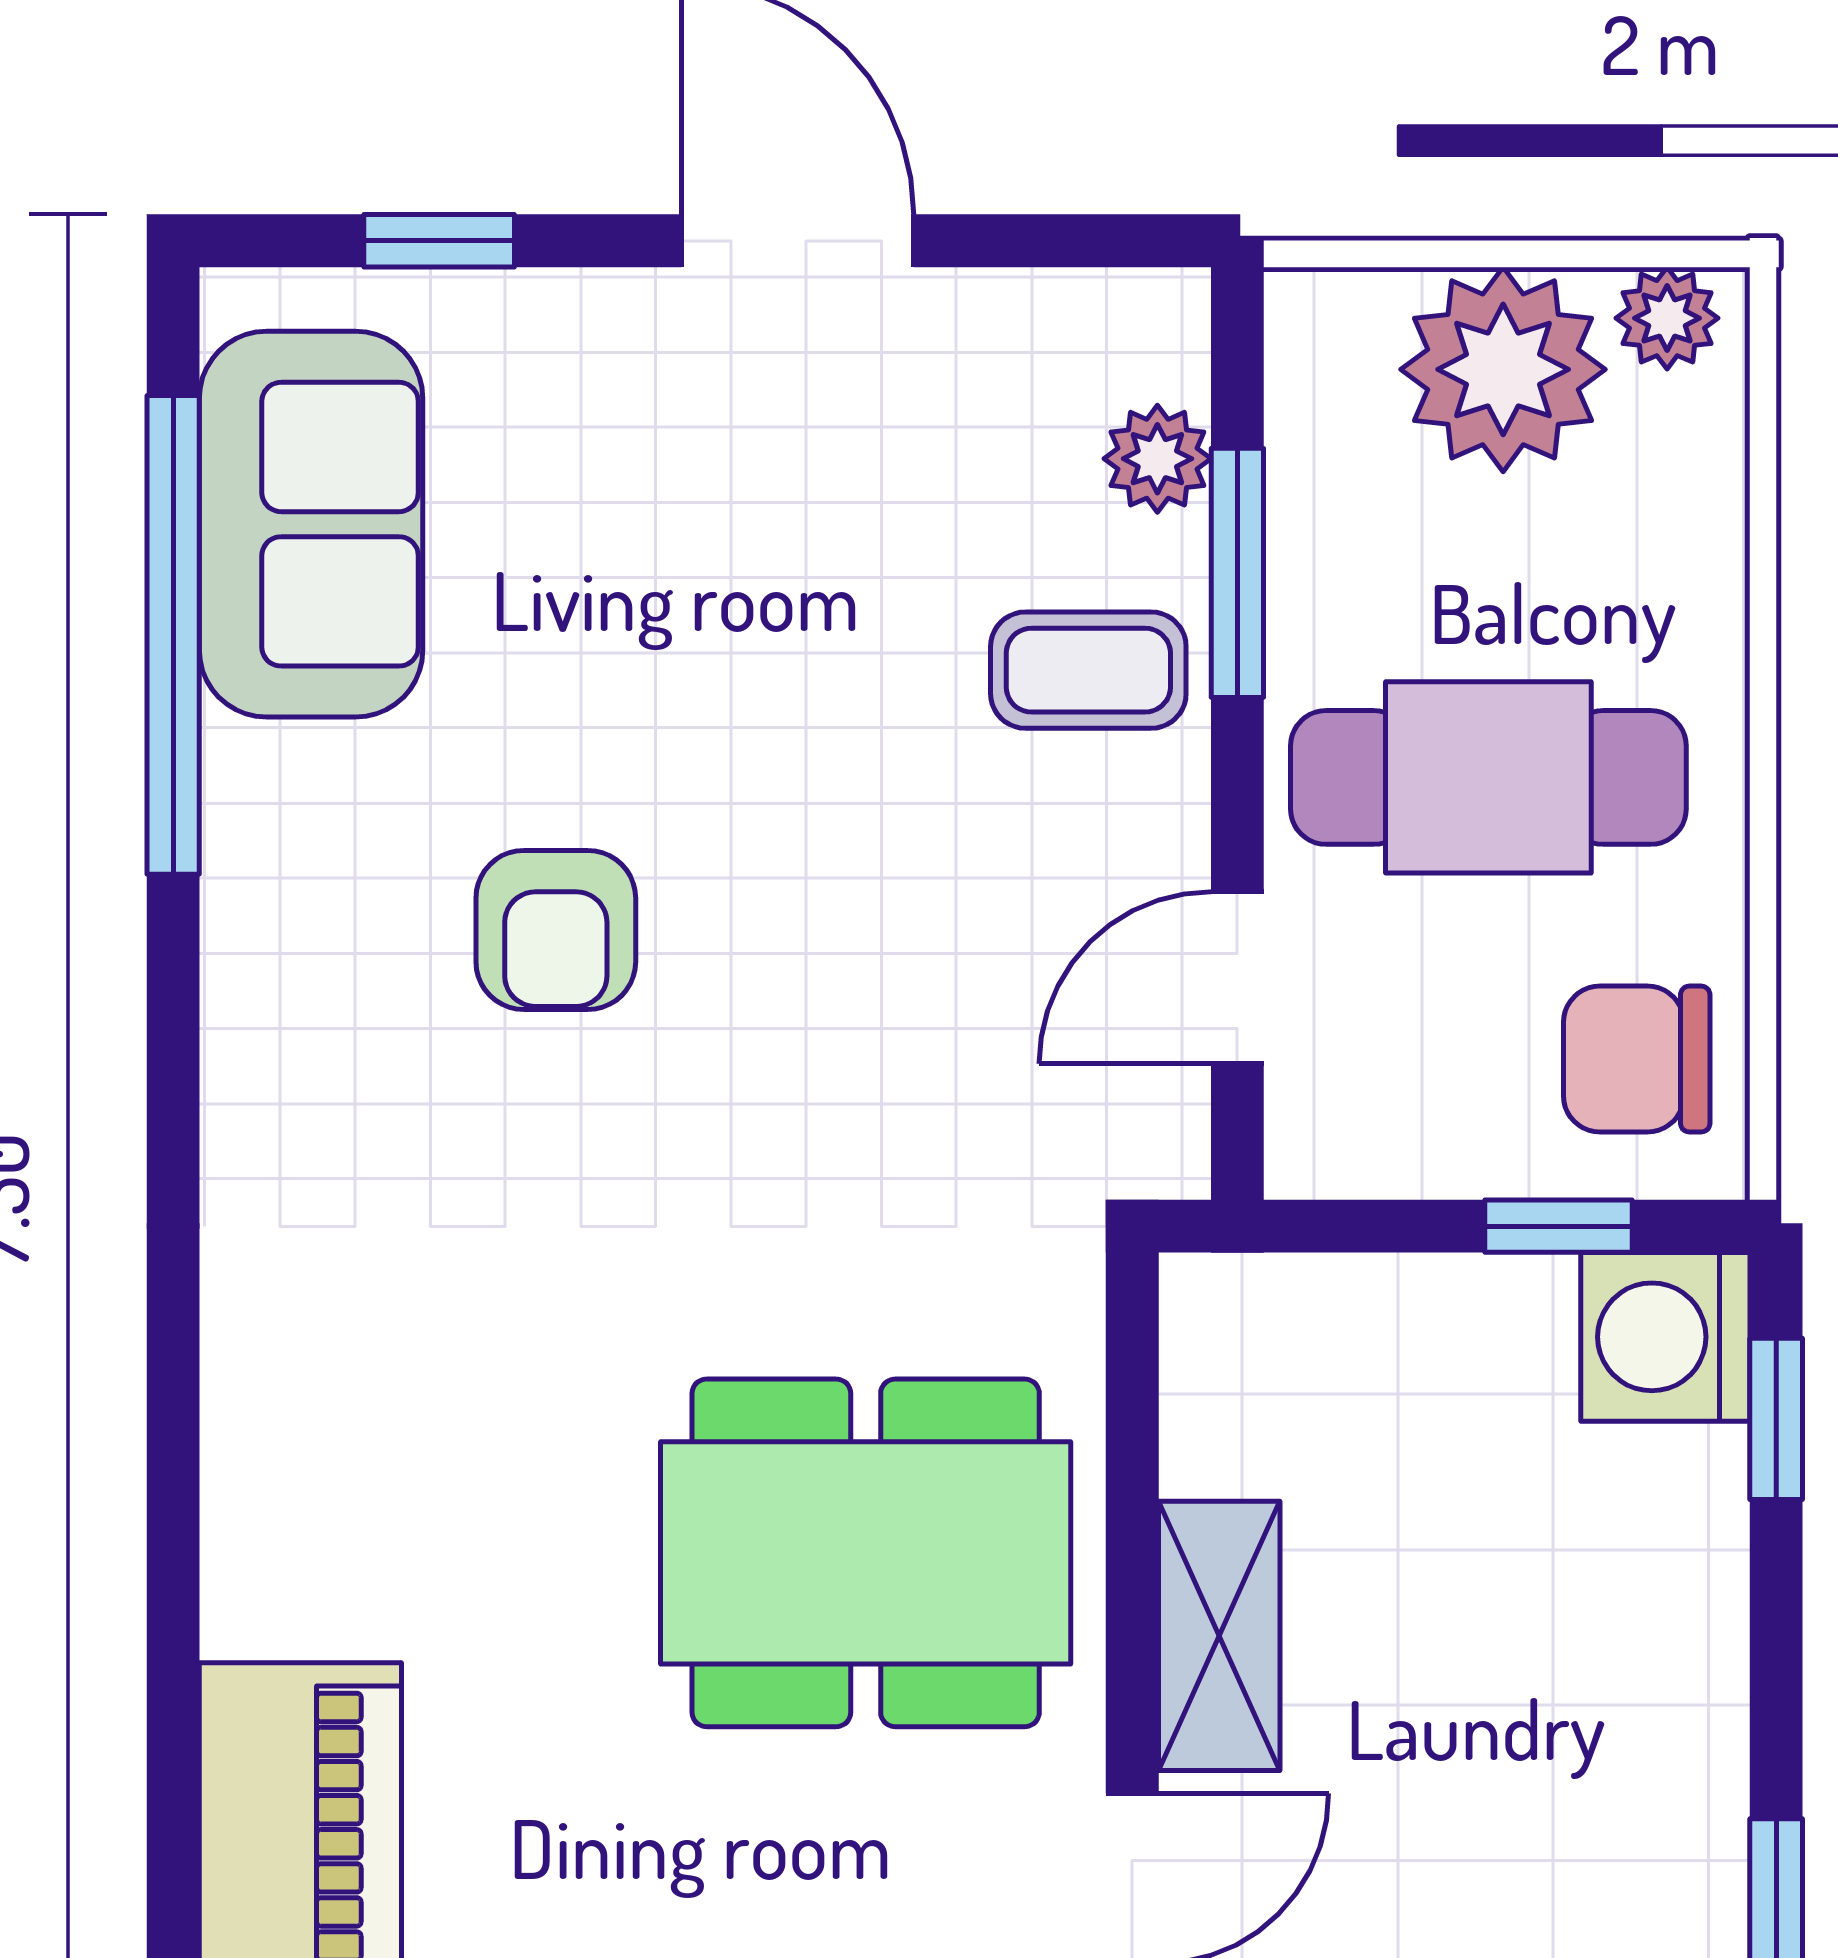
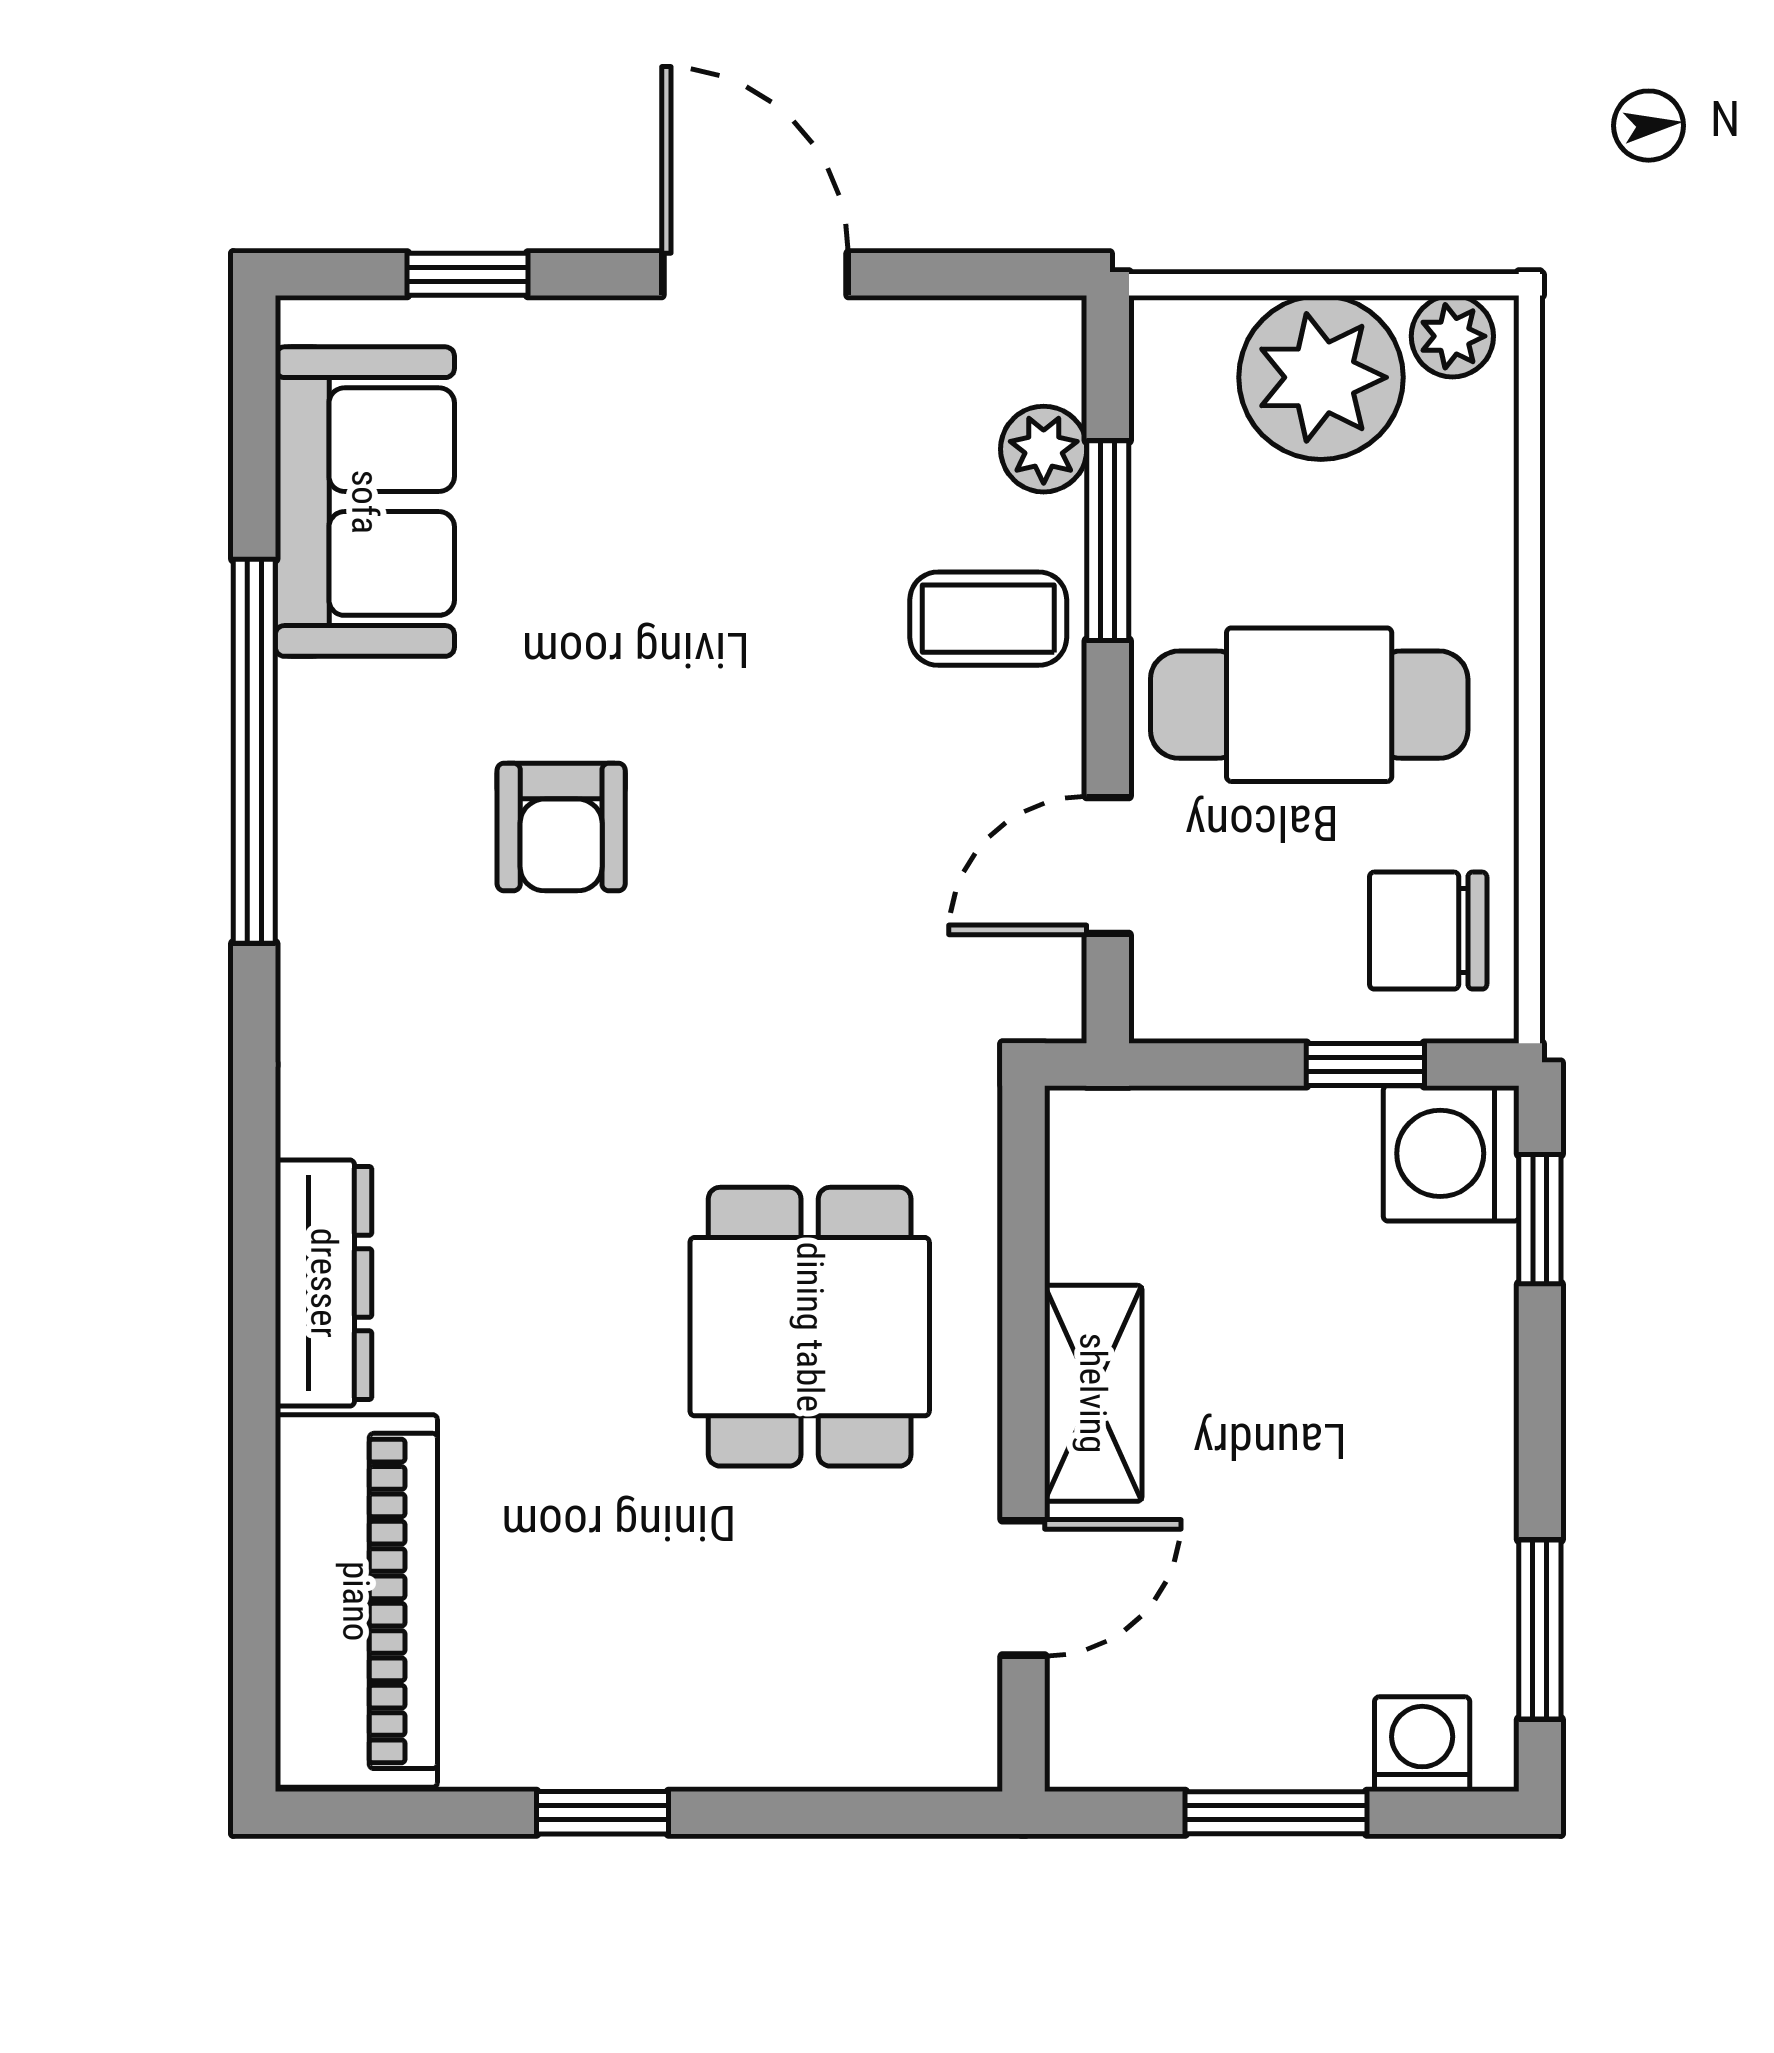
window: (173, 635) -> (254, 751), moved
dresser: (260, 1498) -> (324, 1283), added
dining table: (866, 1553) -> (810, 1327), width x0.73

